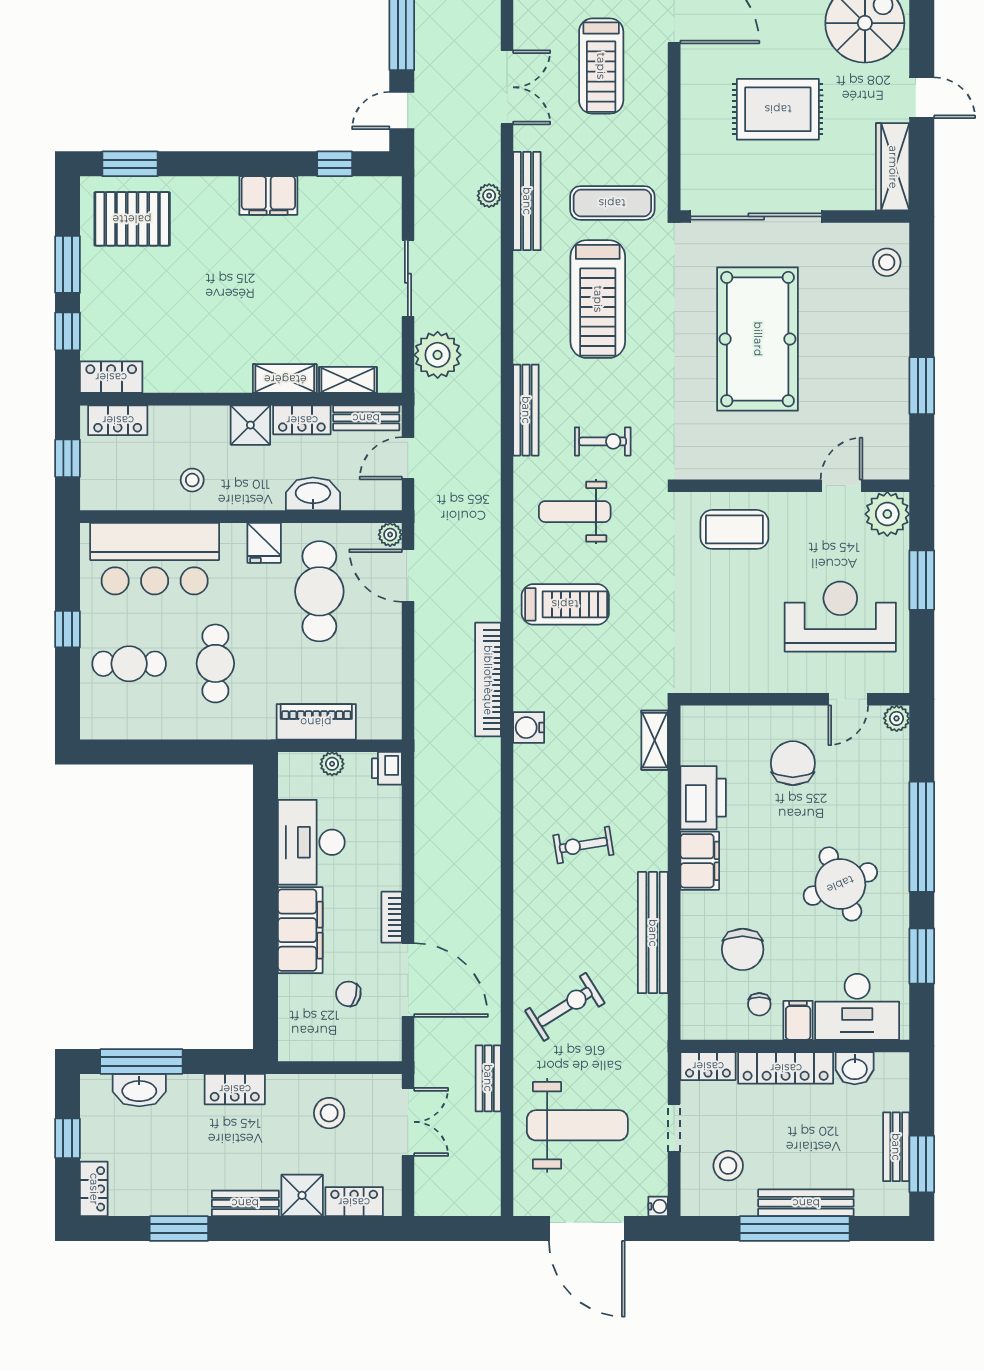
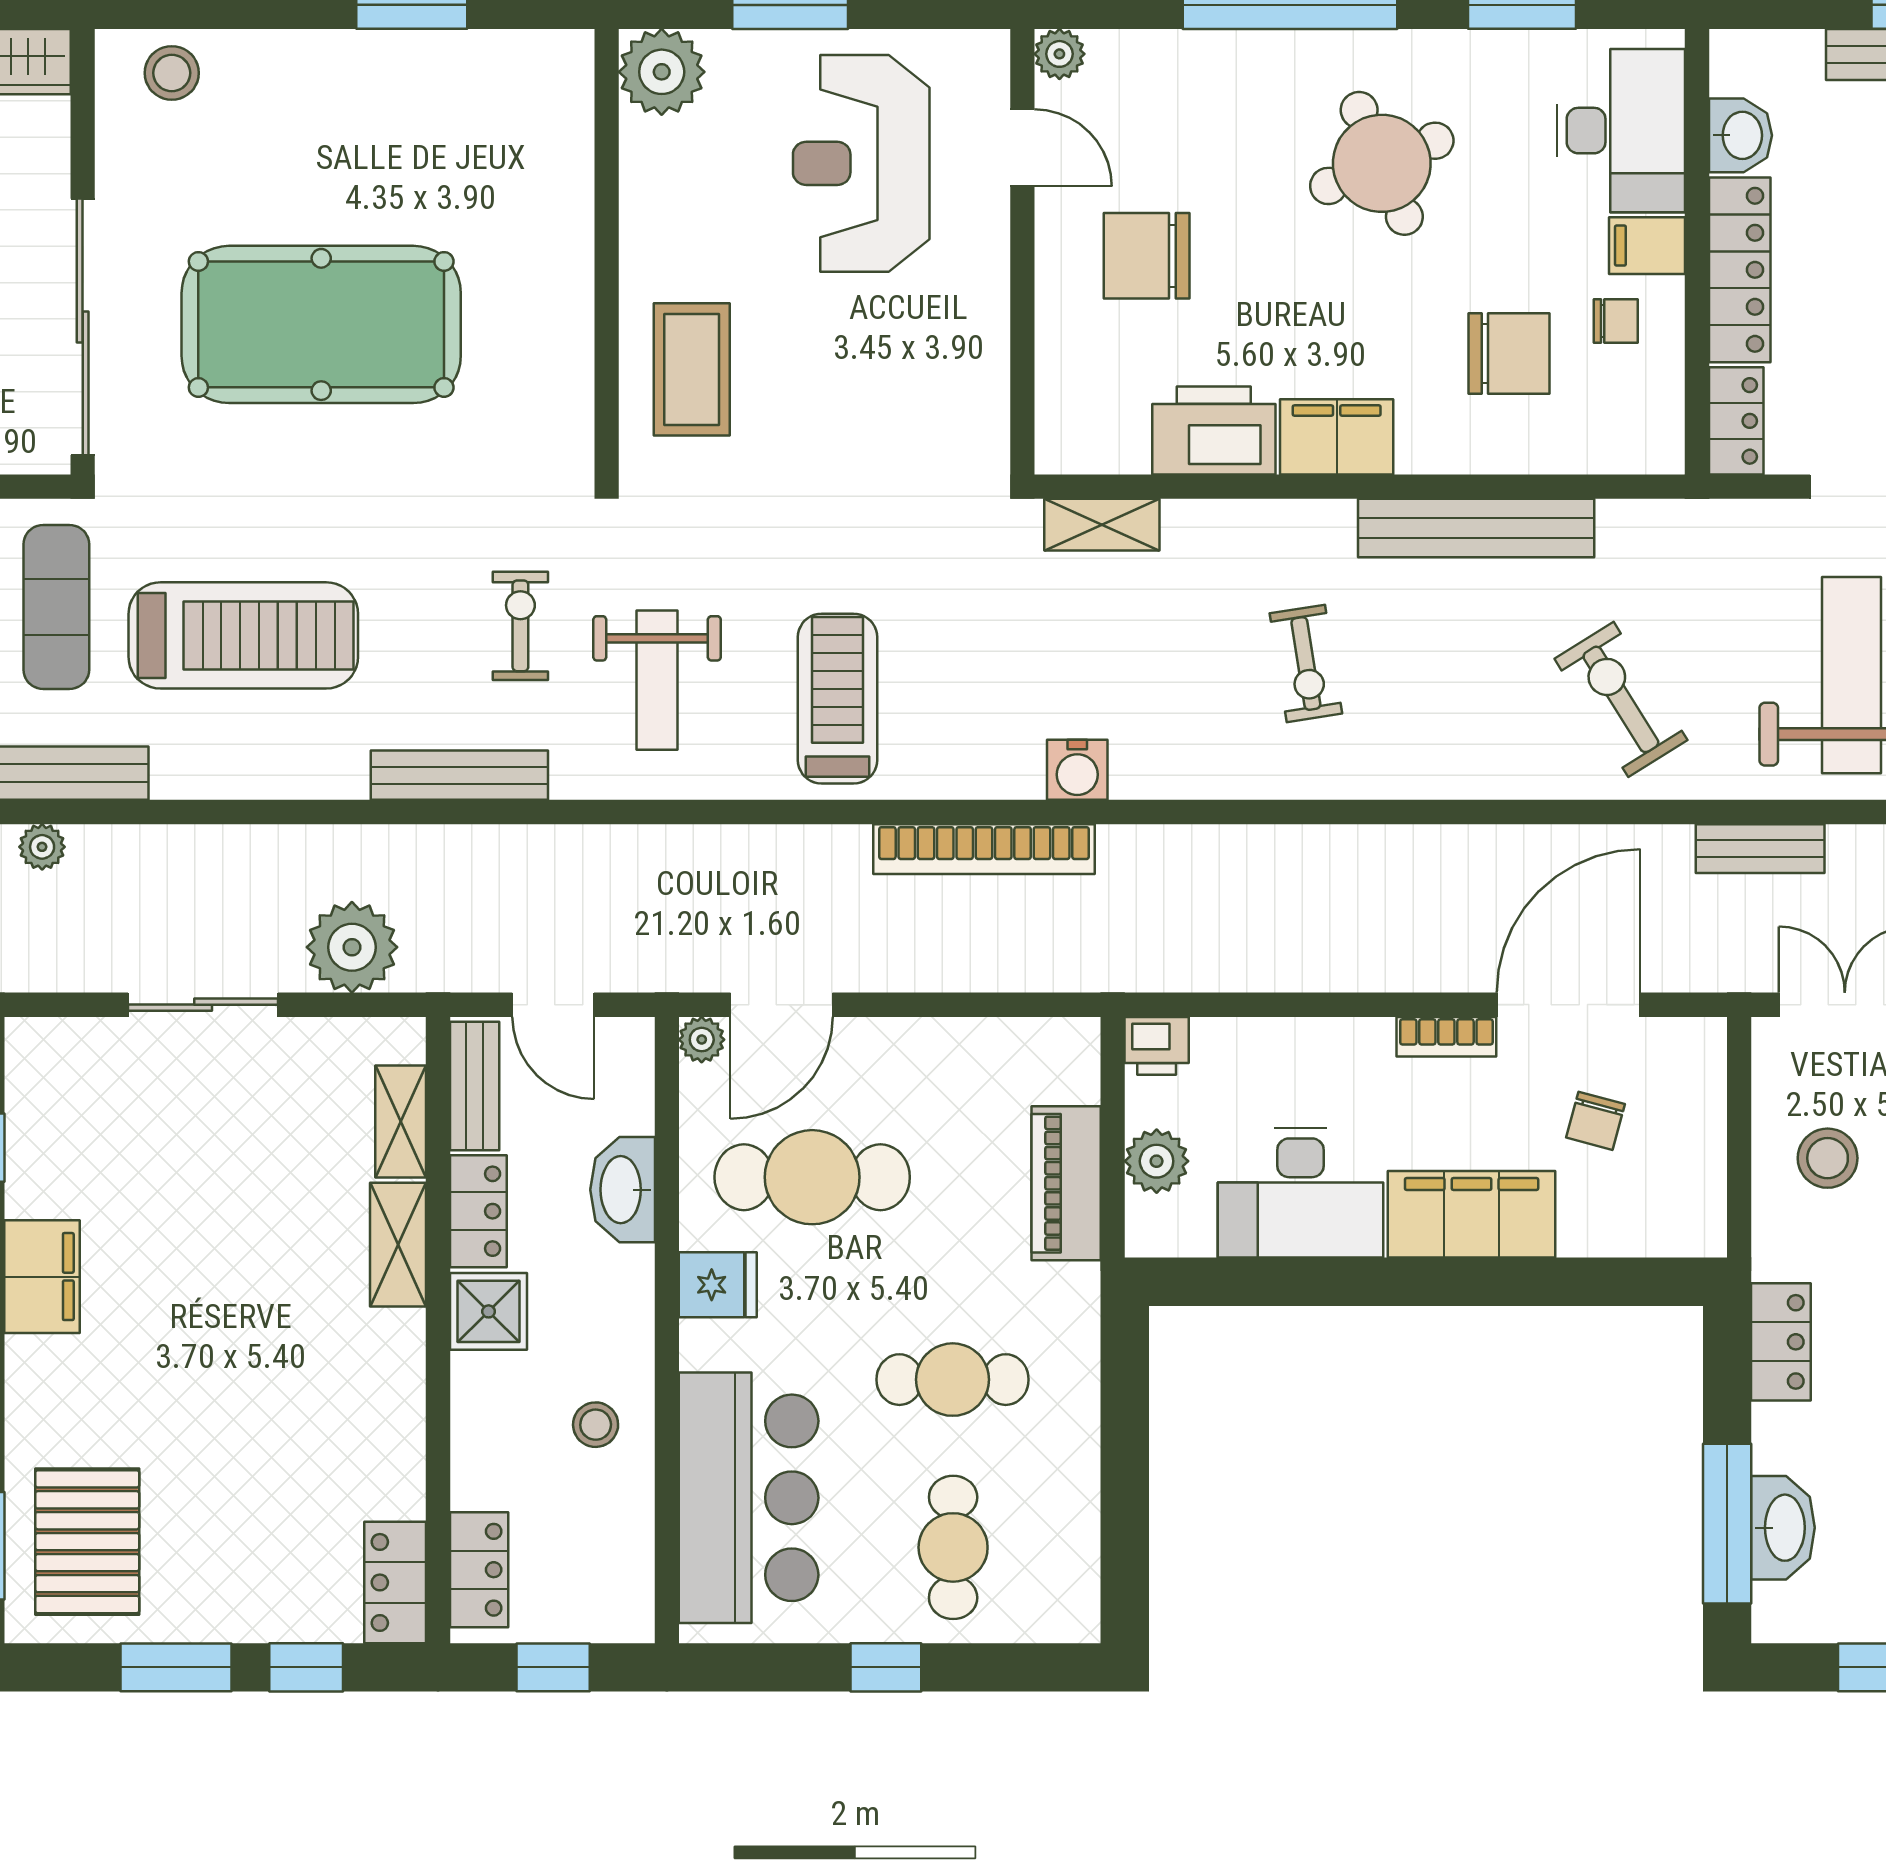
door: (842, 486) -> (607, 161), removed
plant: (332, 764) -> (1157, 1161), width x1.38, depth x1.38

